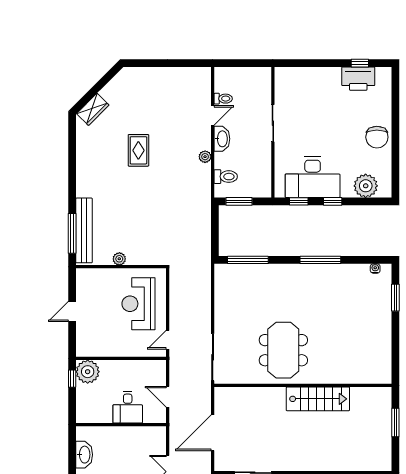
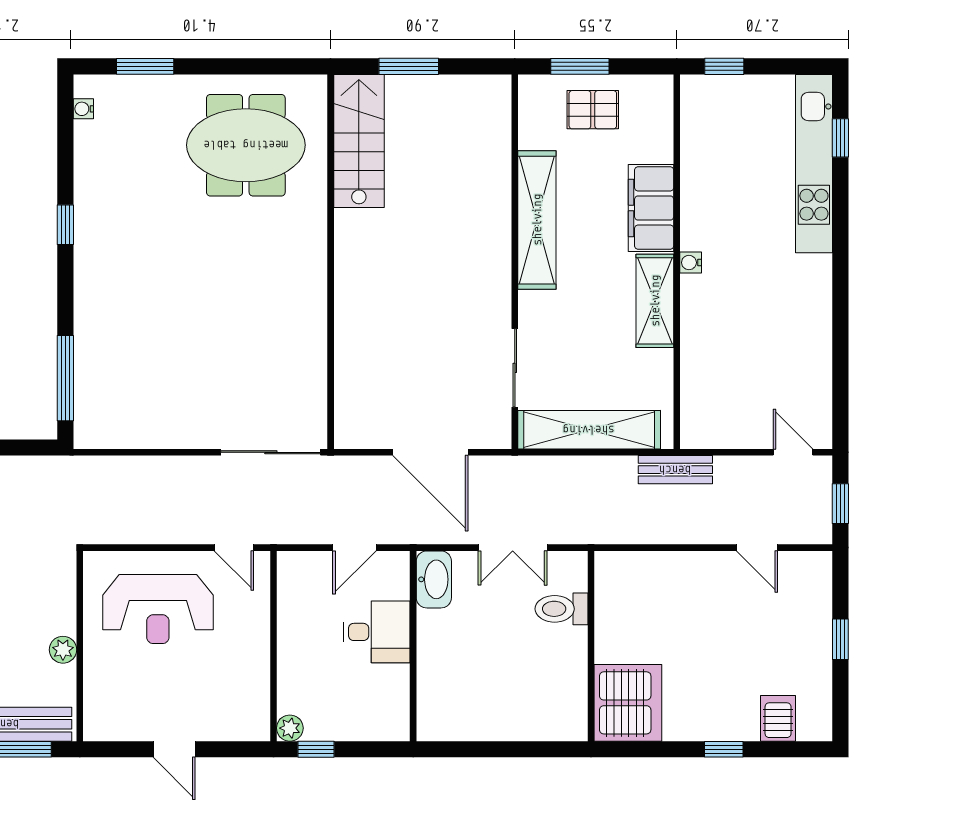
window: (320, 260) -> (65, 225), width x0.46
meeting table: (283, 350) -> (246, 145), moved
plant: (88, 372) -> (290, 728), width x0.53, depth x0.53
stairs: (318, 399) -> (359, 141), moved
washbasin: (84, 455) -> (434, 579), moved, turned 90

